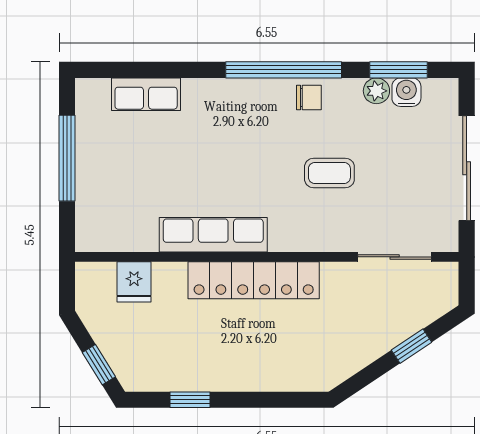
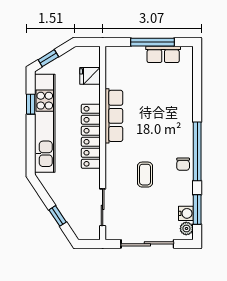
plant: (376, 91) -> (186, 229), moved
row of seats: (146, 94) -> (163, 54), moved, turned -90
kitchen unit: (228, 372) -> (45, 123), added

